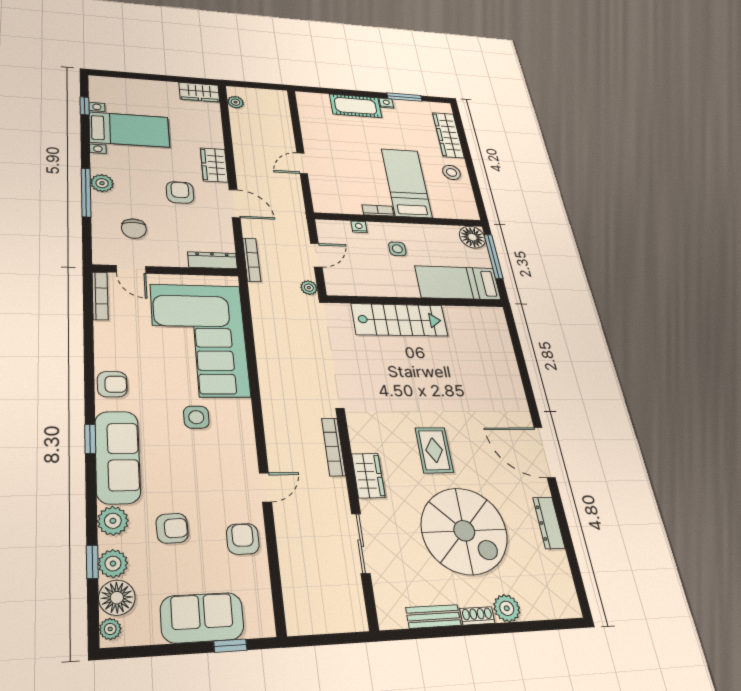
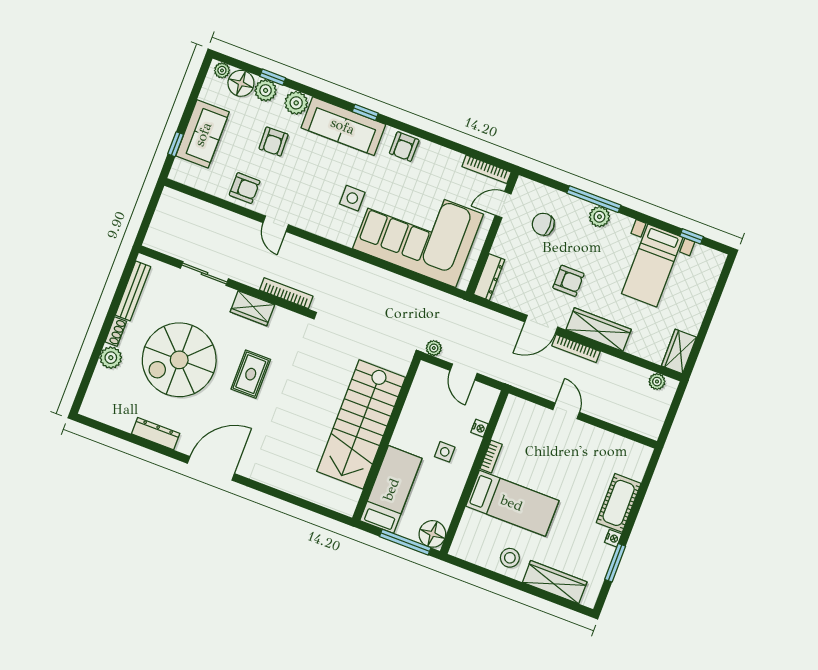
wardrobe: (214, 165) -> (599, 329), width x1.50
bookcase: (252, 260) -> (576, 349), moved
stairs: (399, 320) -> (361, 424), width x1.36, depth x1.51
rug: (434, 450) -> (251, 374), turned 90
bench: (433, 616) -> (133, 291), width x1.36

